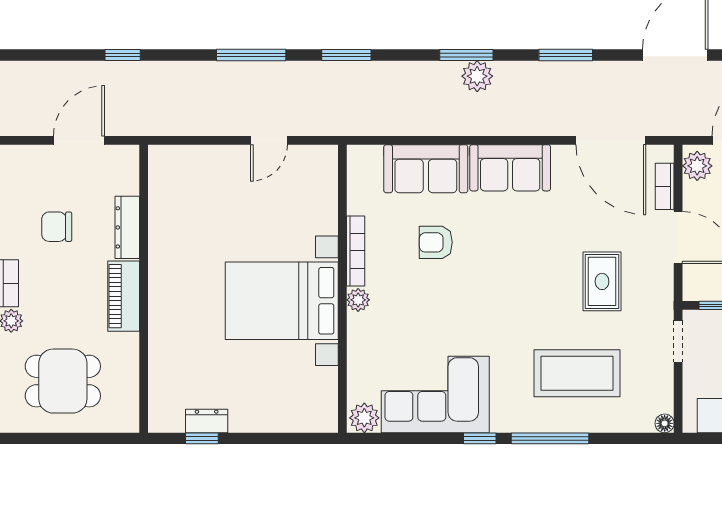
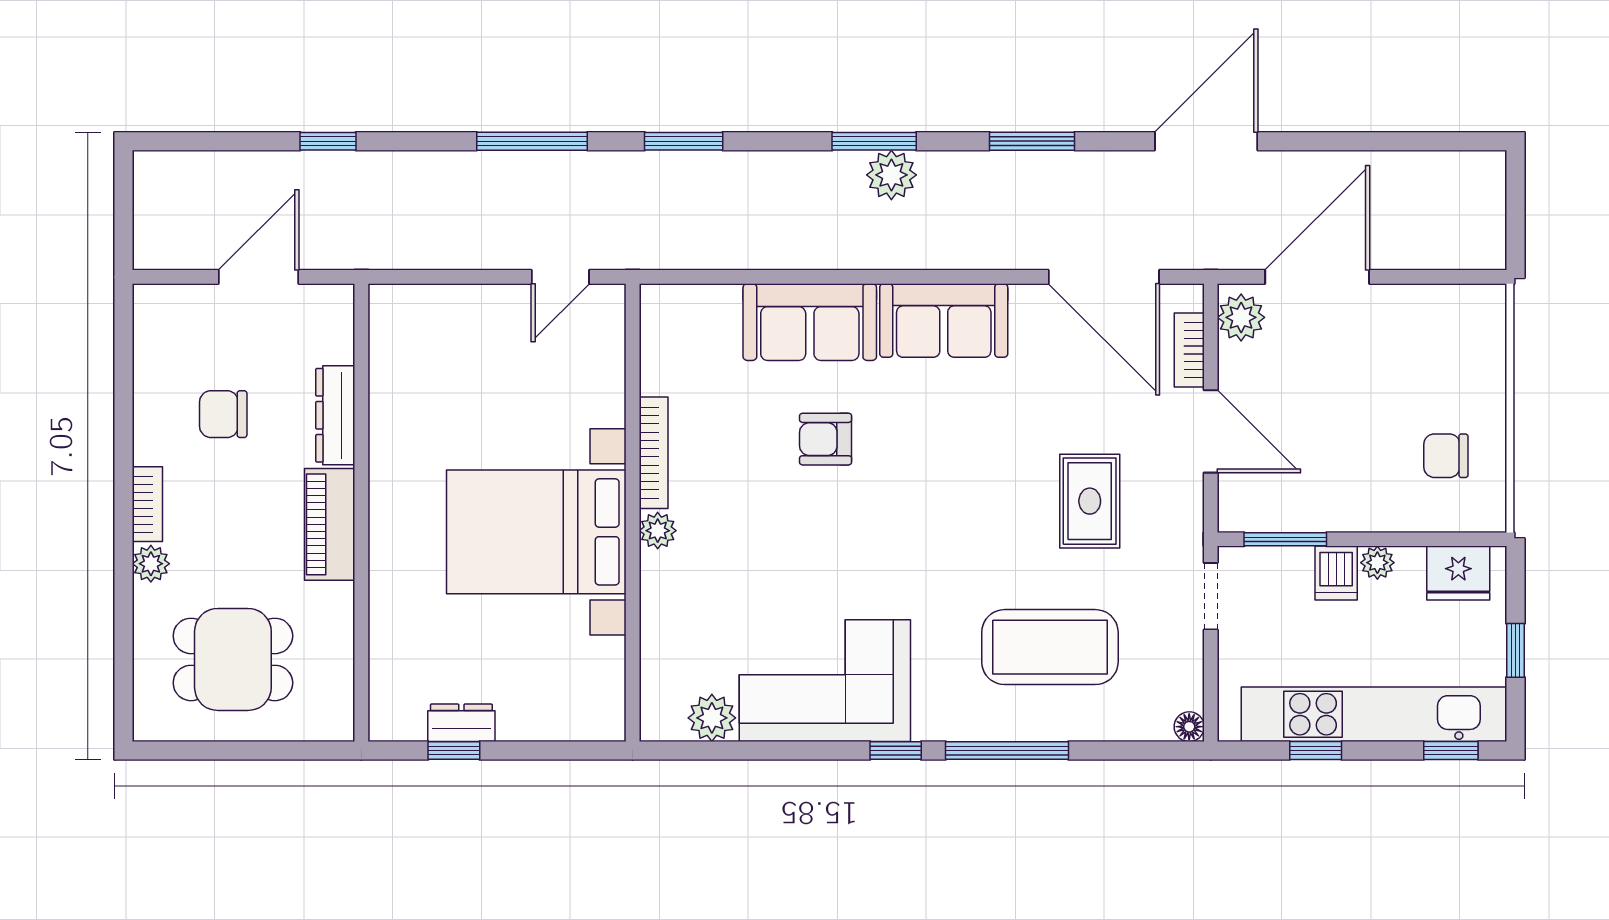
bookcase: (356, 251) -> (654, 453), moved
wall: (342, 289) -> (633, 513), moved
plant: (358, 300) -> (658, 531), moved
bed with nightstands: (282, 301) -> (536, 532), moved

